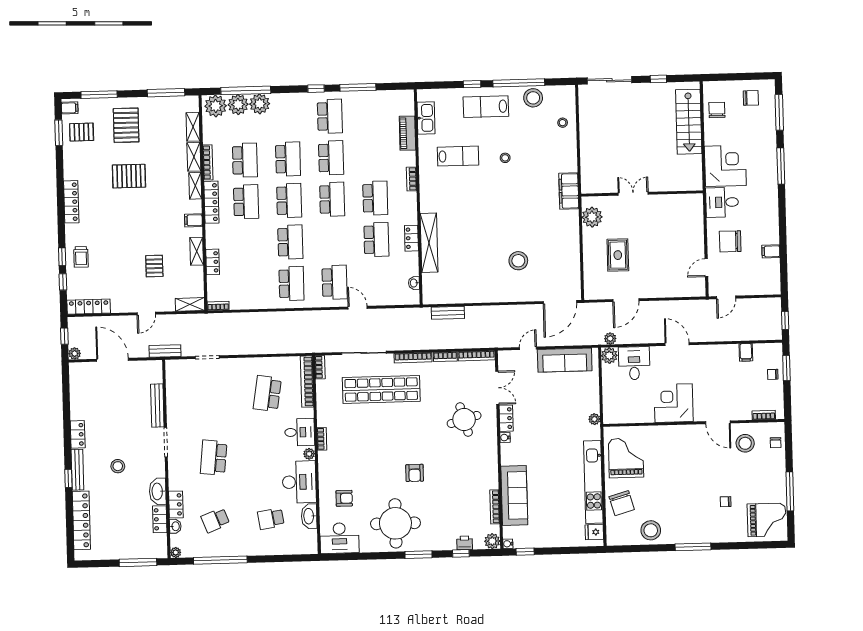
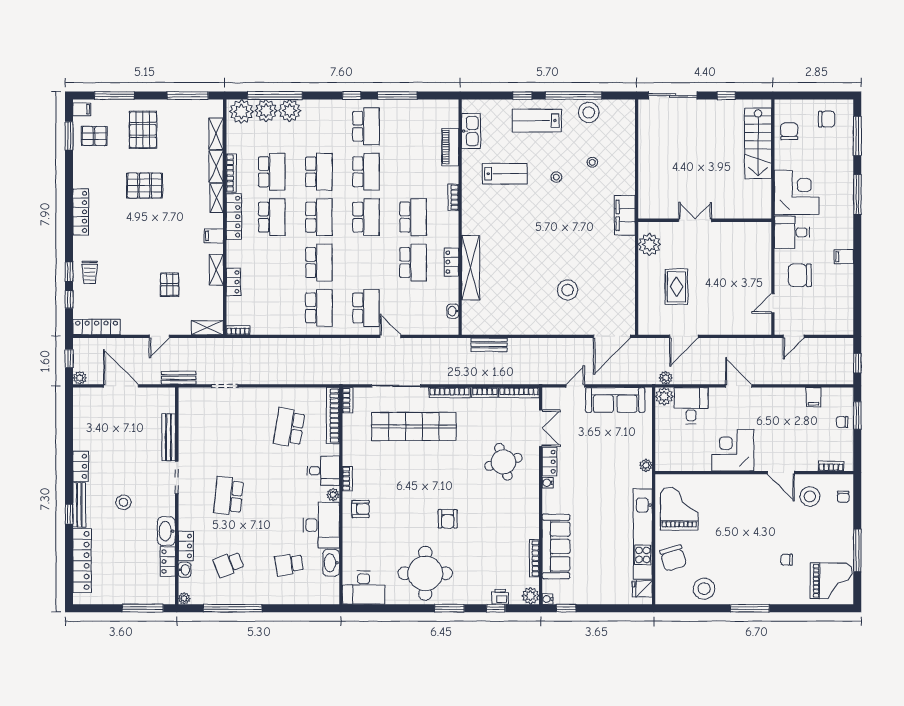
stool: (563, 123) -> (592, 162), moved
filing cabinet: (771, 251) -> (844, 257), moved
armchair: (344, 498) -> (361, 509), moved

